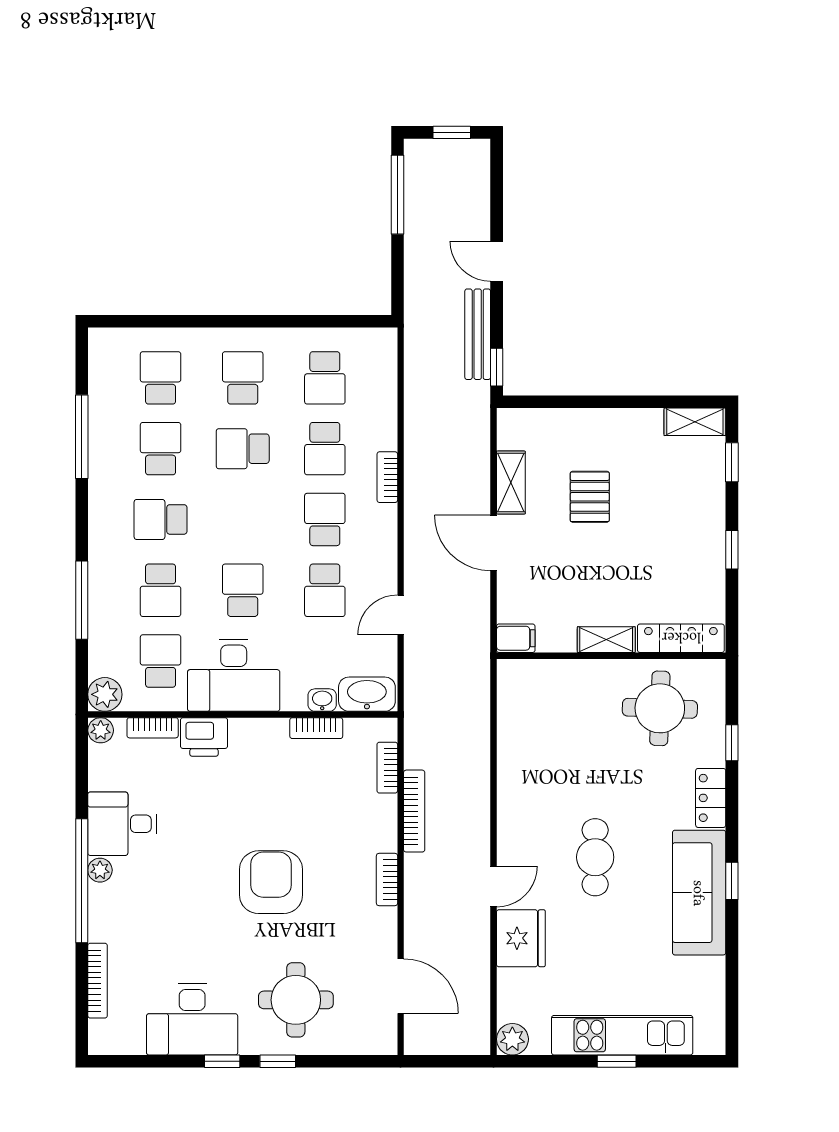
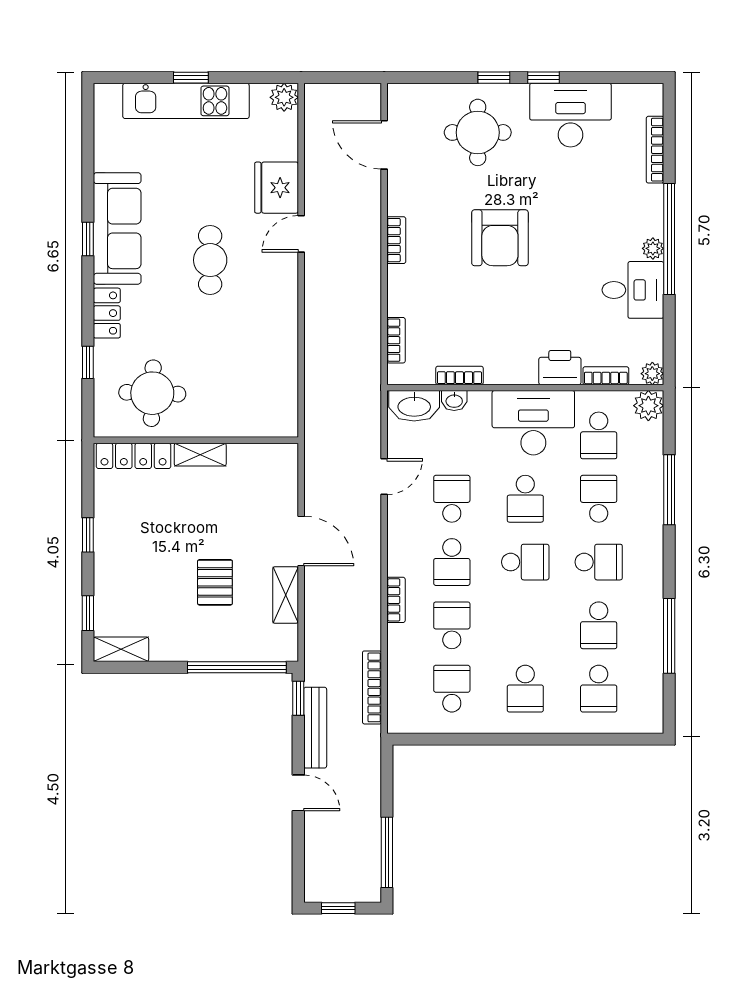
window: (565, 402) -> (237, 667), added
school desk: (243, 449) -> (525, 562), moved
filing cabinet: (516, 638) -> (281, 456), removed
bookcase: (414, 811) -> (372, 687), moved

